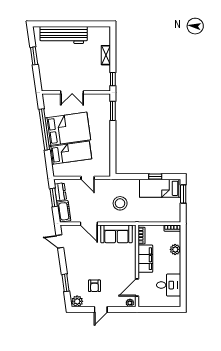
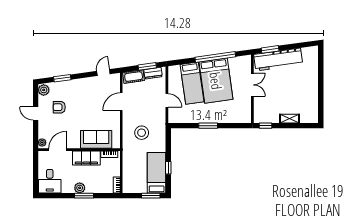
workbench: (64, 35) -> (278, 60), moved, turned -98
window: (34, 56) -> (270, 49), moved
double door: (72, 92) -> (252, 85), swing flipped
window: (113, 111) -> (208, 126), moved
door: (88, 178) -> (167, 100), swing flipped
sofa: (116, 234) -> (96, 139), moved, turned 90
plant: (175, 249) -> (80, 188), moved
window: (183, 261) -> (84, 196), added
desk: (169, 285) -> (50, 181), moved
door: (137, 288) -> (57, 150), hinge flipped

